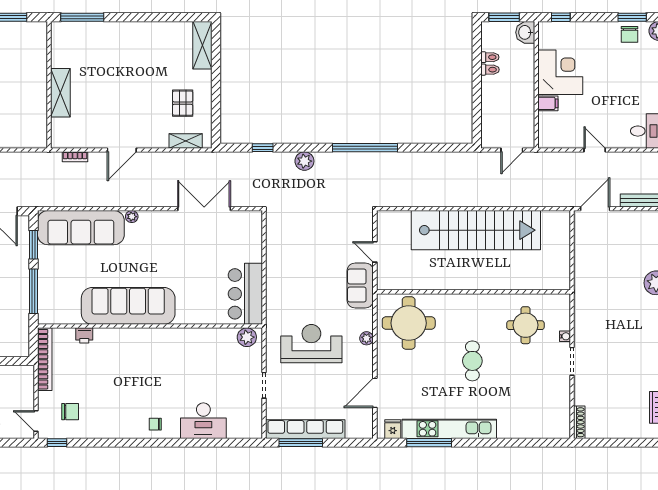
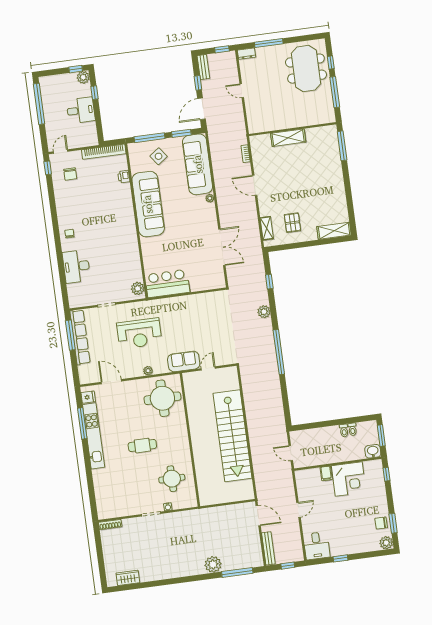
pallet: (183, 103) -> (292, 223), turned 90
side table: (62, 282) -> (159, 156), added
reception desk: (311, 344) -> (139, 333), turned 90

